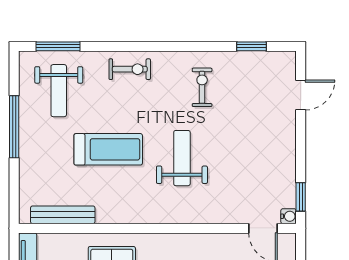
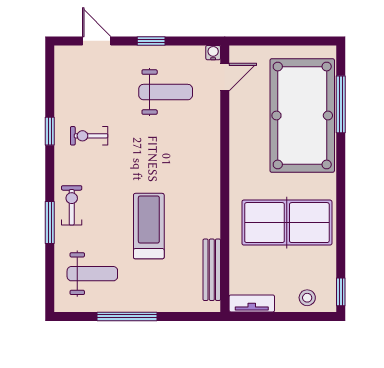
window: (58, 46) -> (50, 222), moved
window: (252, 46) -> (50, 131), moved
weight bench: (182, 158) -> (166, 92), moved, turned 180
window: (301, 197) -> (151, 41), moved

